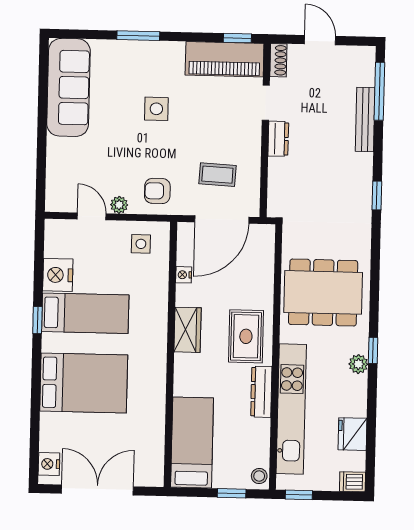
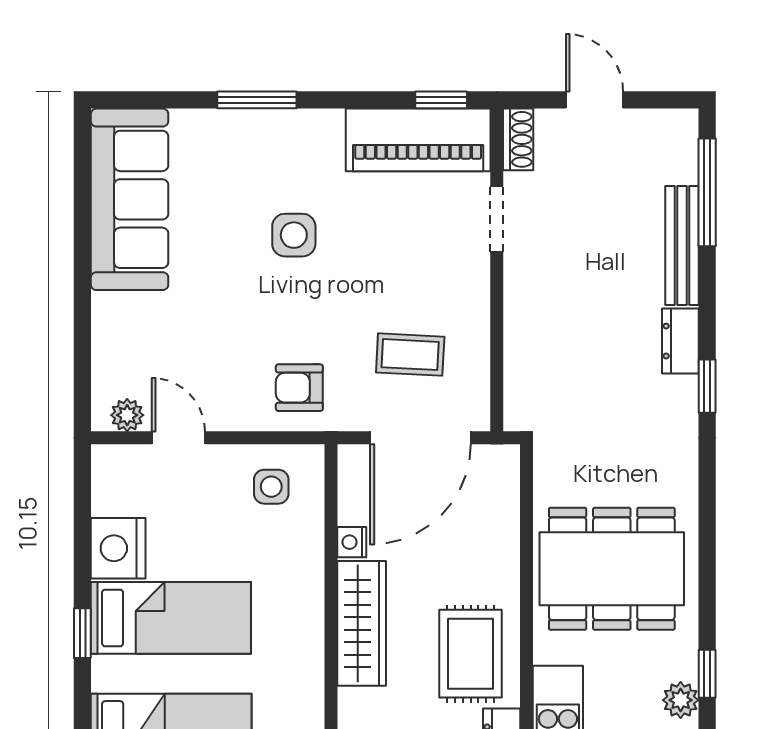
dresser: (278, 139) -> (680, 341), moved, turned 180
plant: (119, 205) -> (127, 415), moved
wardrobe: (188, 330) -> (362, 623), width x1.50

